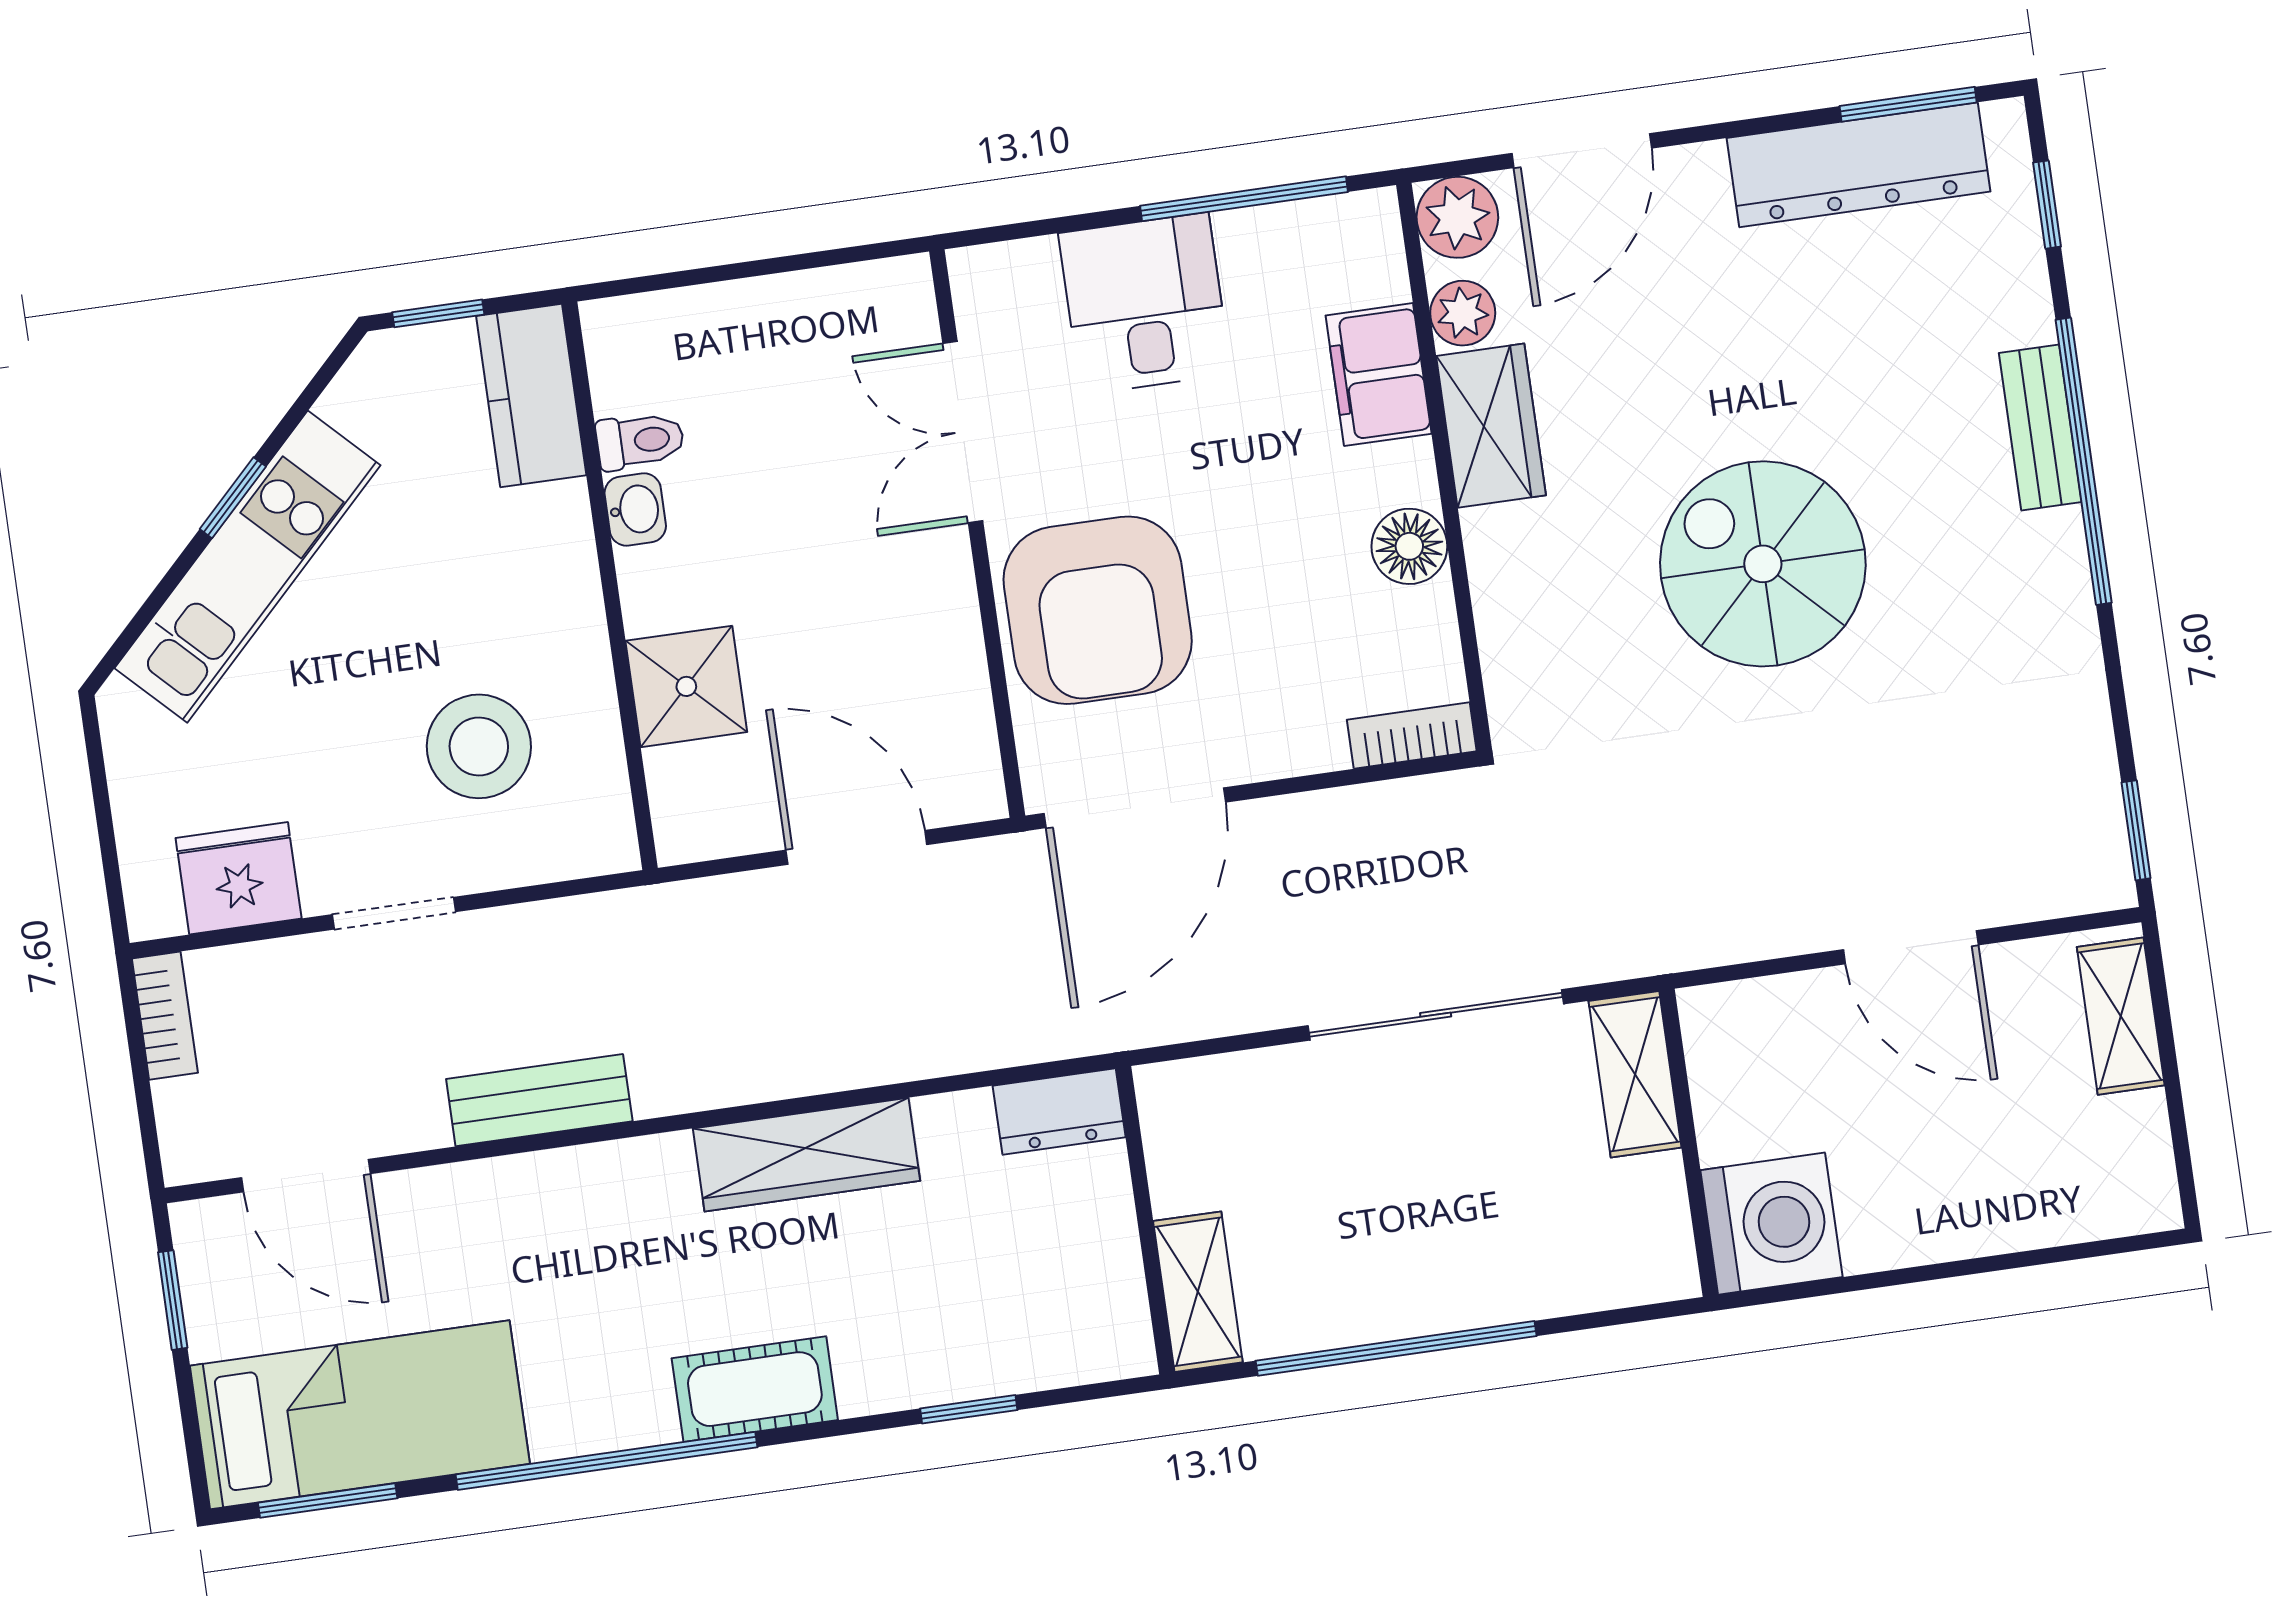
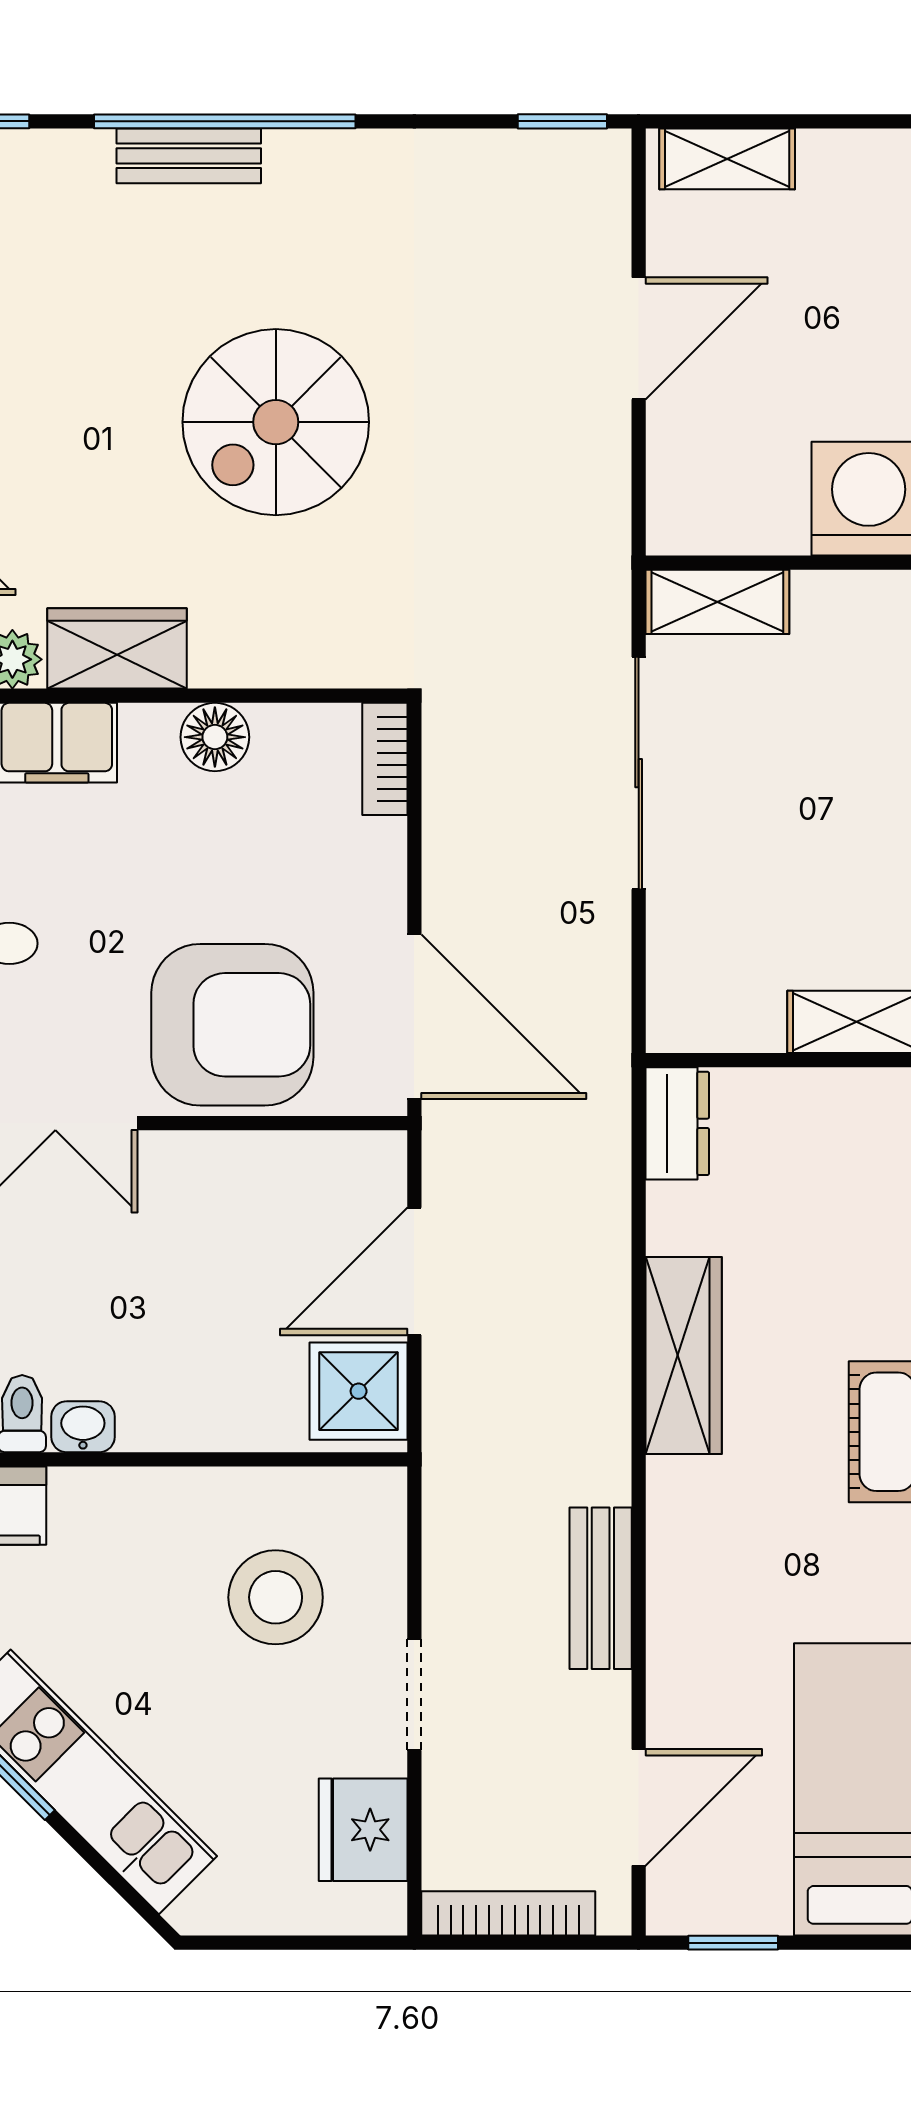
shower: (686, 686) -> (359, 1391), moved
bookcase: (165, 1016) -> (508, 1913), width x1.56

